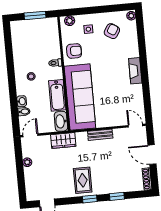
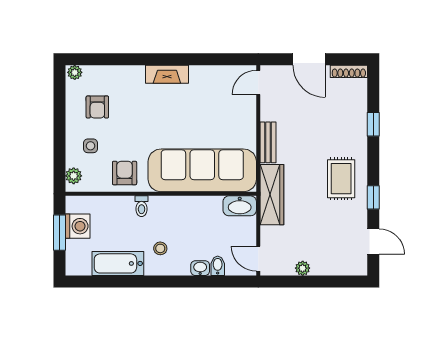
washing machine: (40, 26) -> (78, 226), added
armchair: (112, 31) -> (97, 107), turned -123
bathtub: (57, 95) -> (118, 263), moved, turned 180
wardrobe: (63, 140) -> (272, 195), width x1.50
door: (152, 155) -> (309, 59), hinge flipped
rug: (83, 180) -> (341, 179), turned 90
window: (90, 199) -> (373, 197), moved

